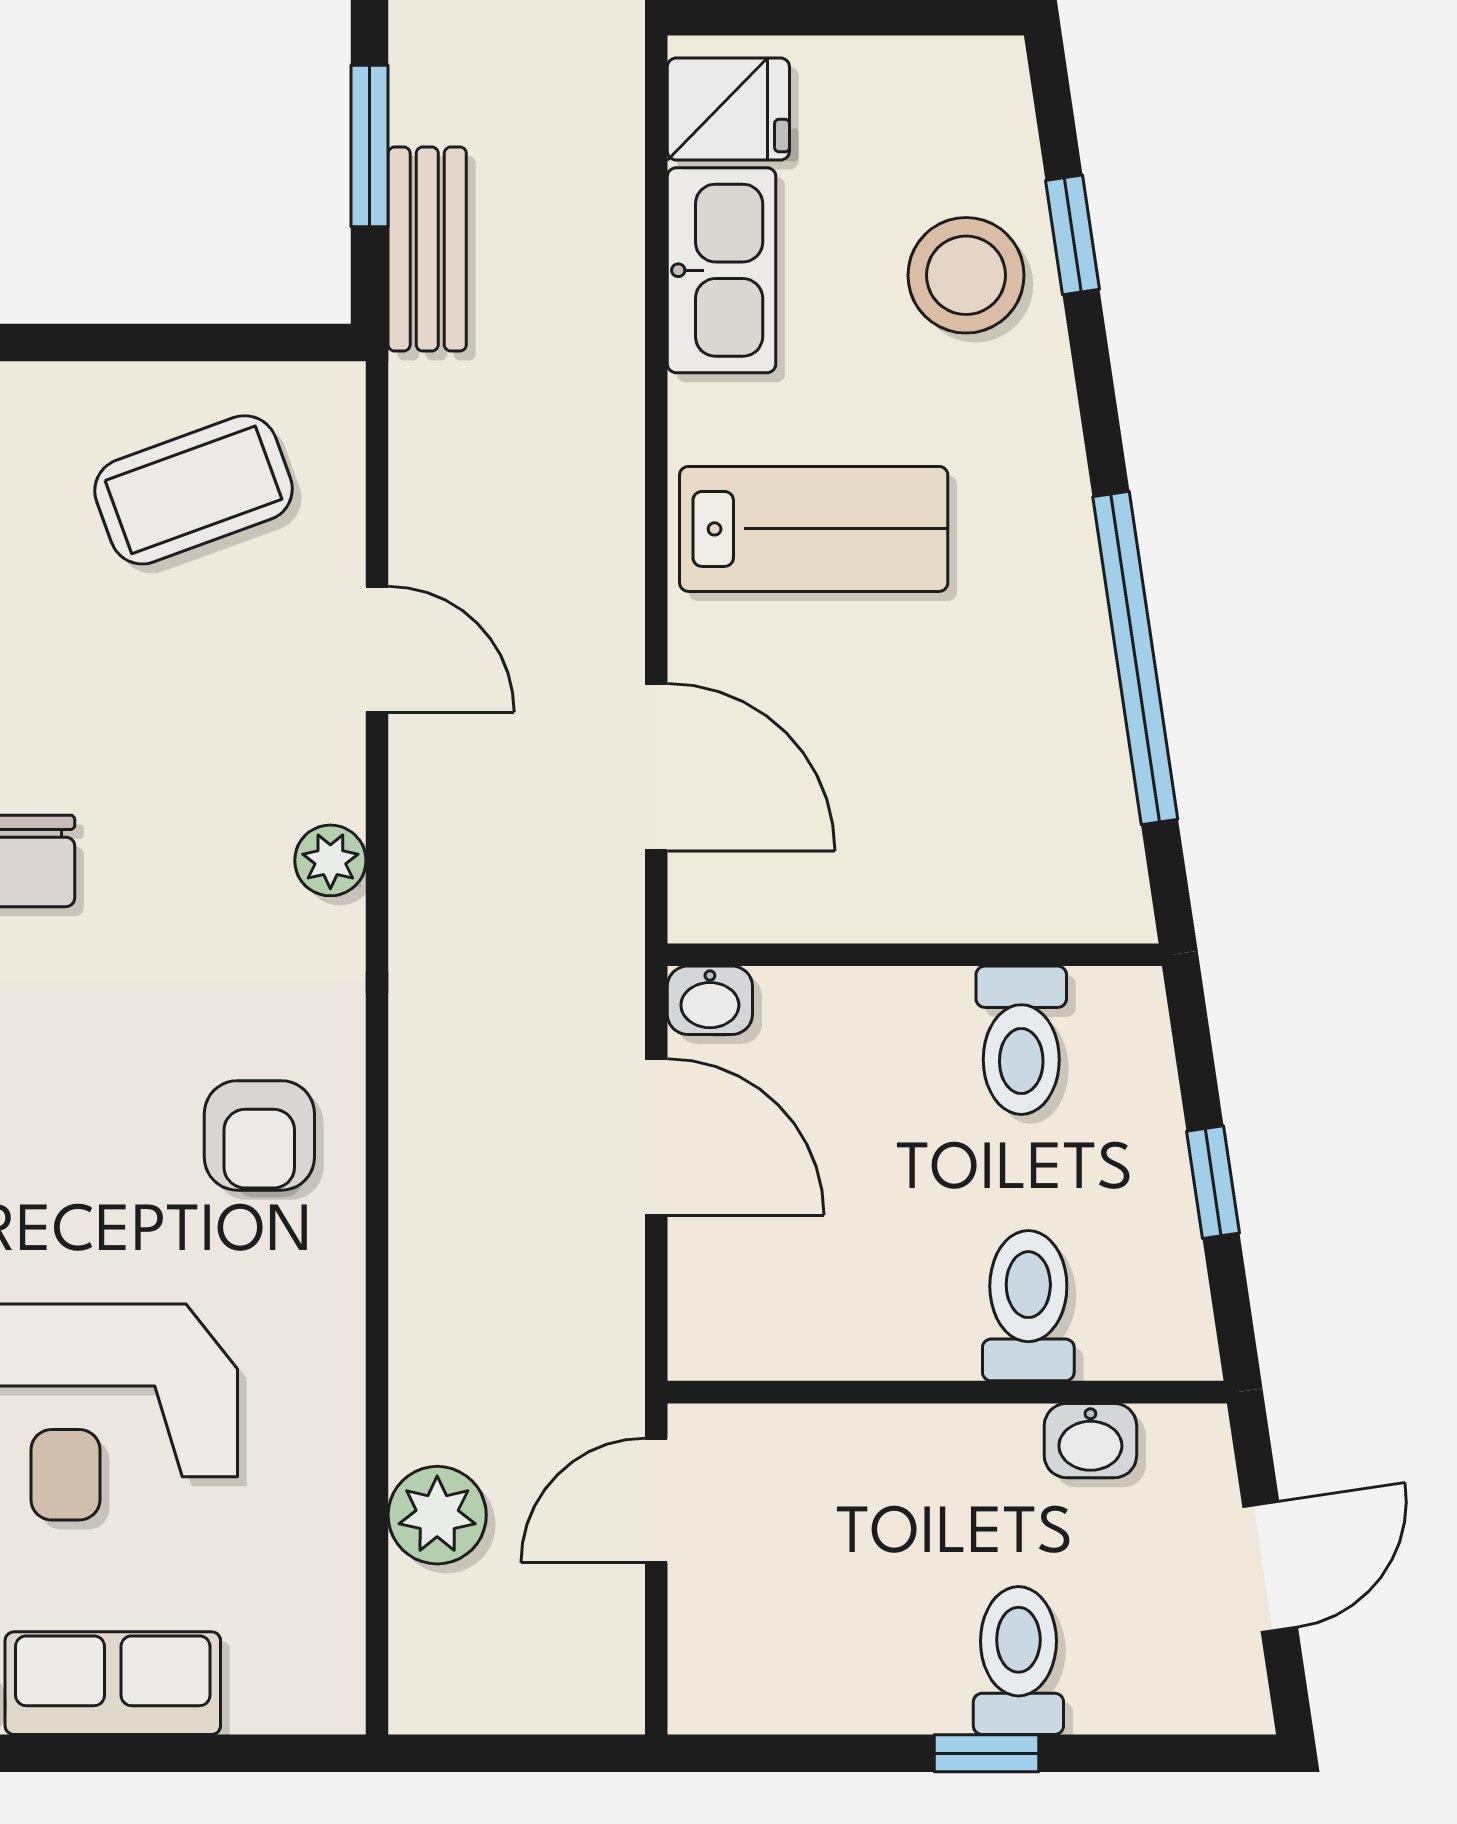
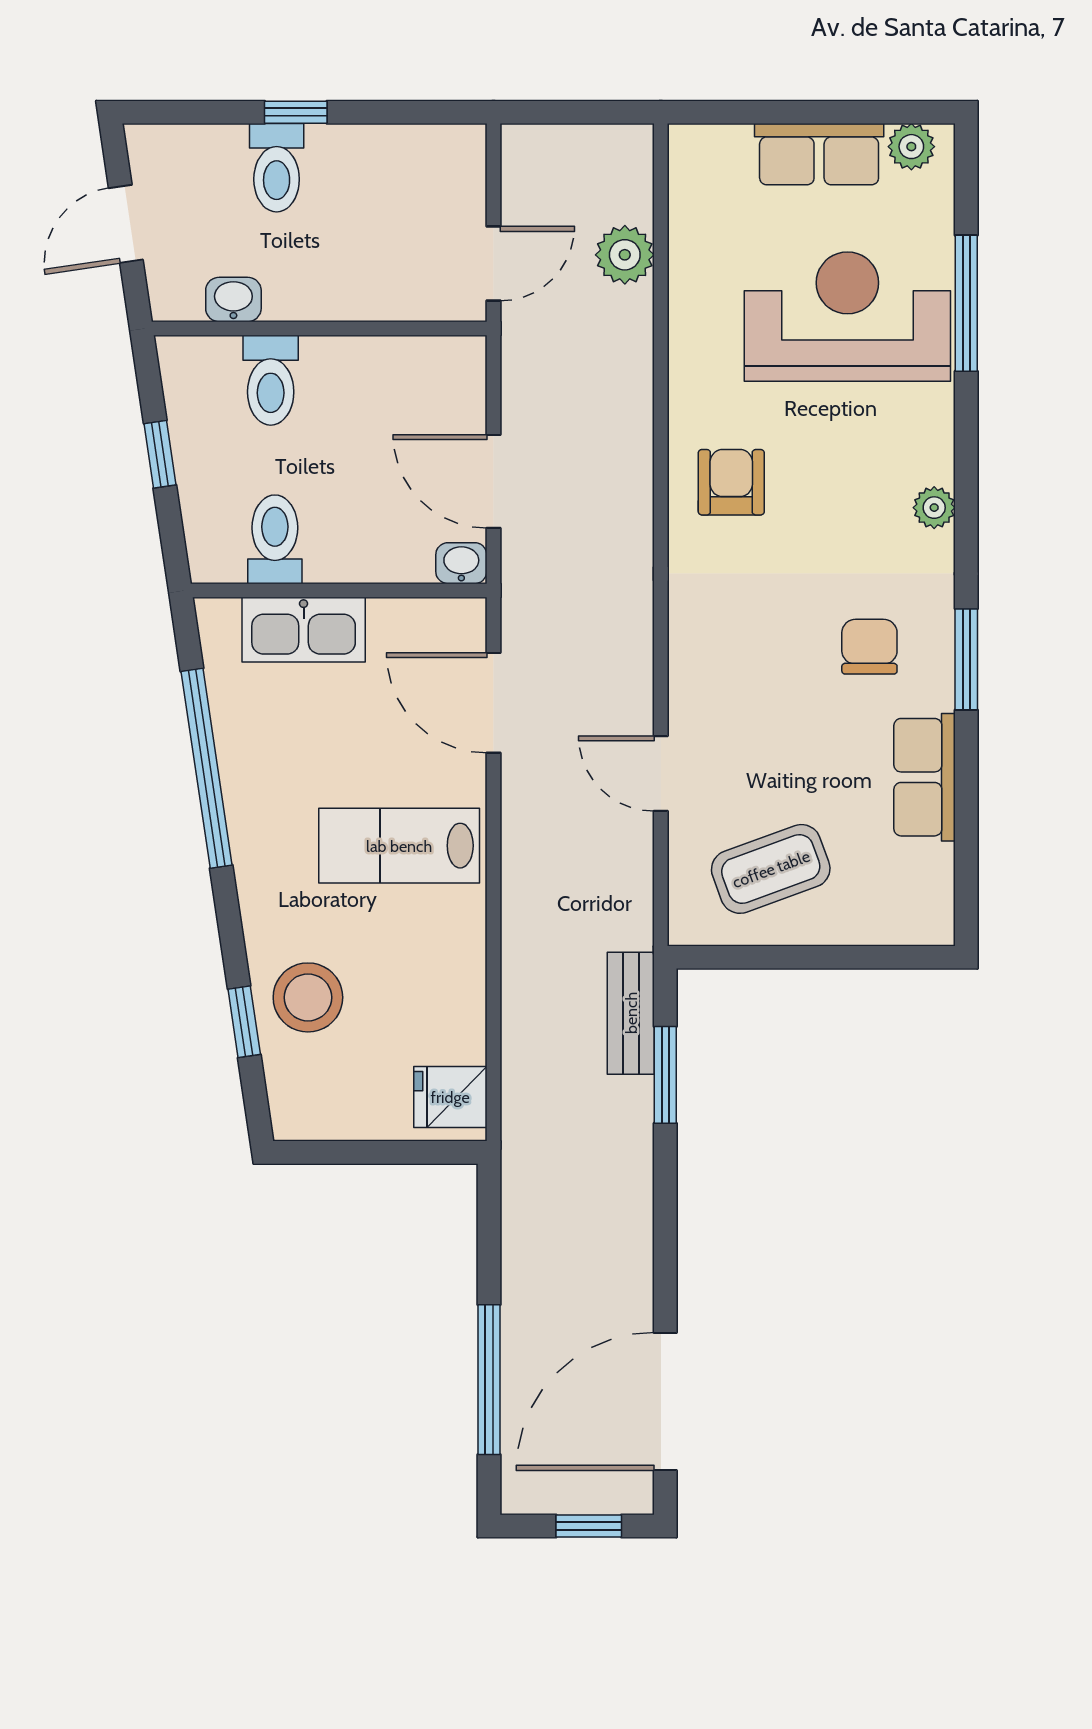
kitchen sink: (722, 270) -> (304, 630), moved, turned -90
plant: (330, 860) -> (689, 647), removed

